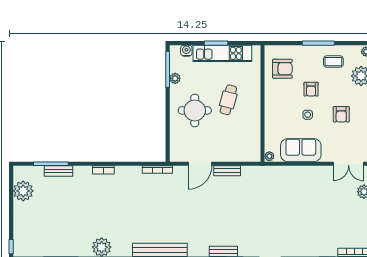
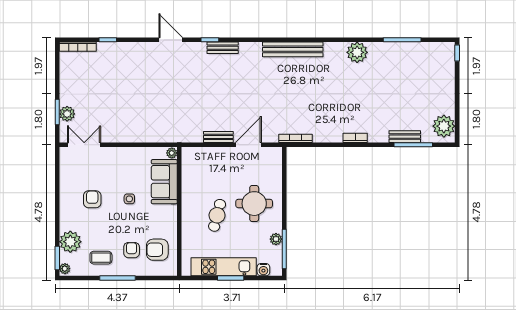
armchair: (311, 89) -> (132, 250), moved
sofa: (301, 150) -> (164, 182), moved, turned 90
plant: (23, 191) -> (444, 126), moved

